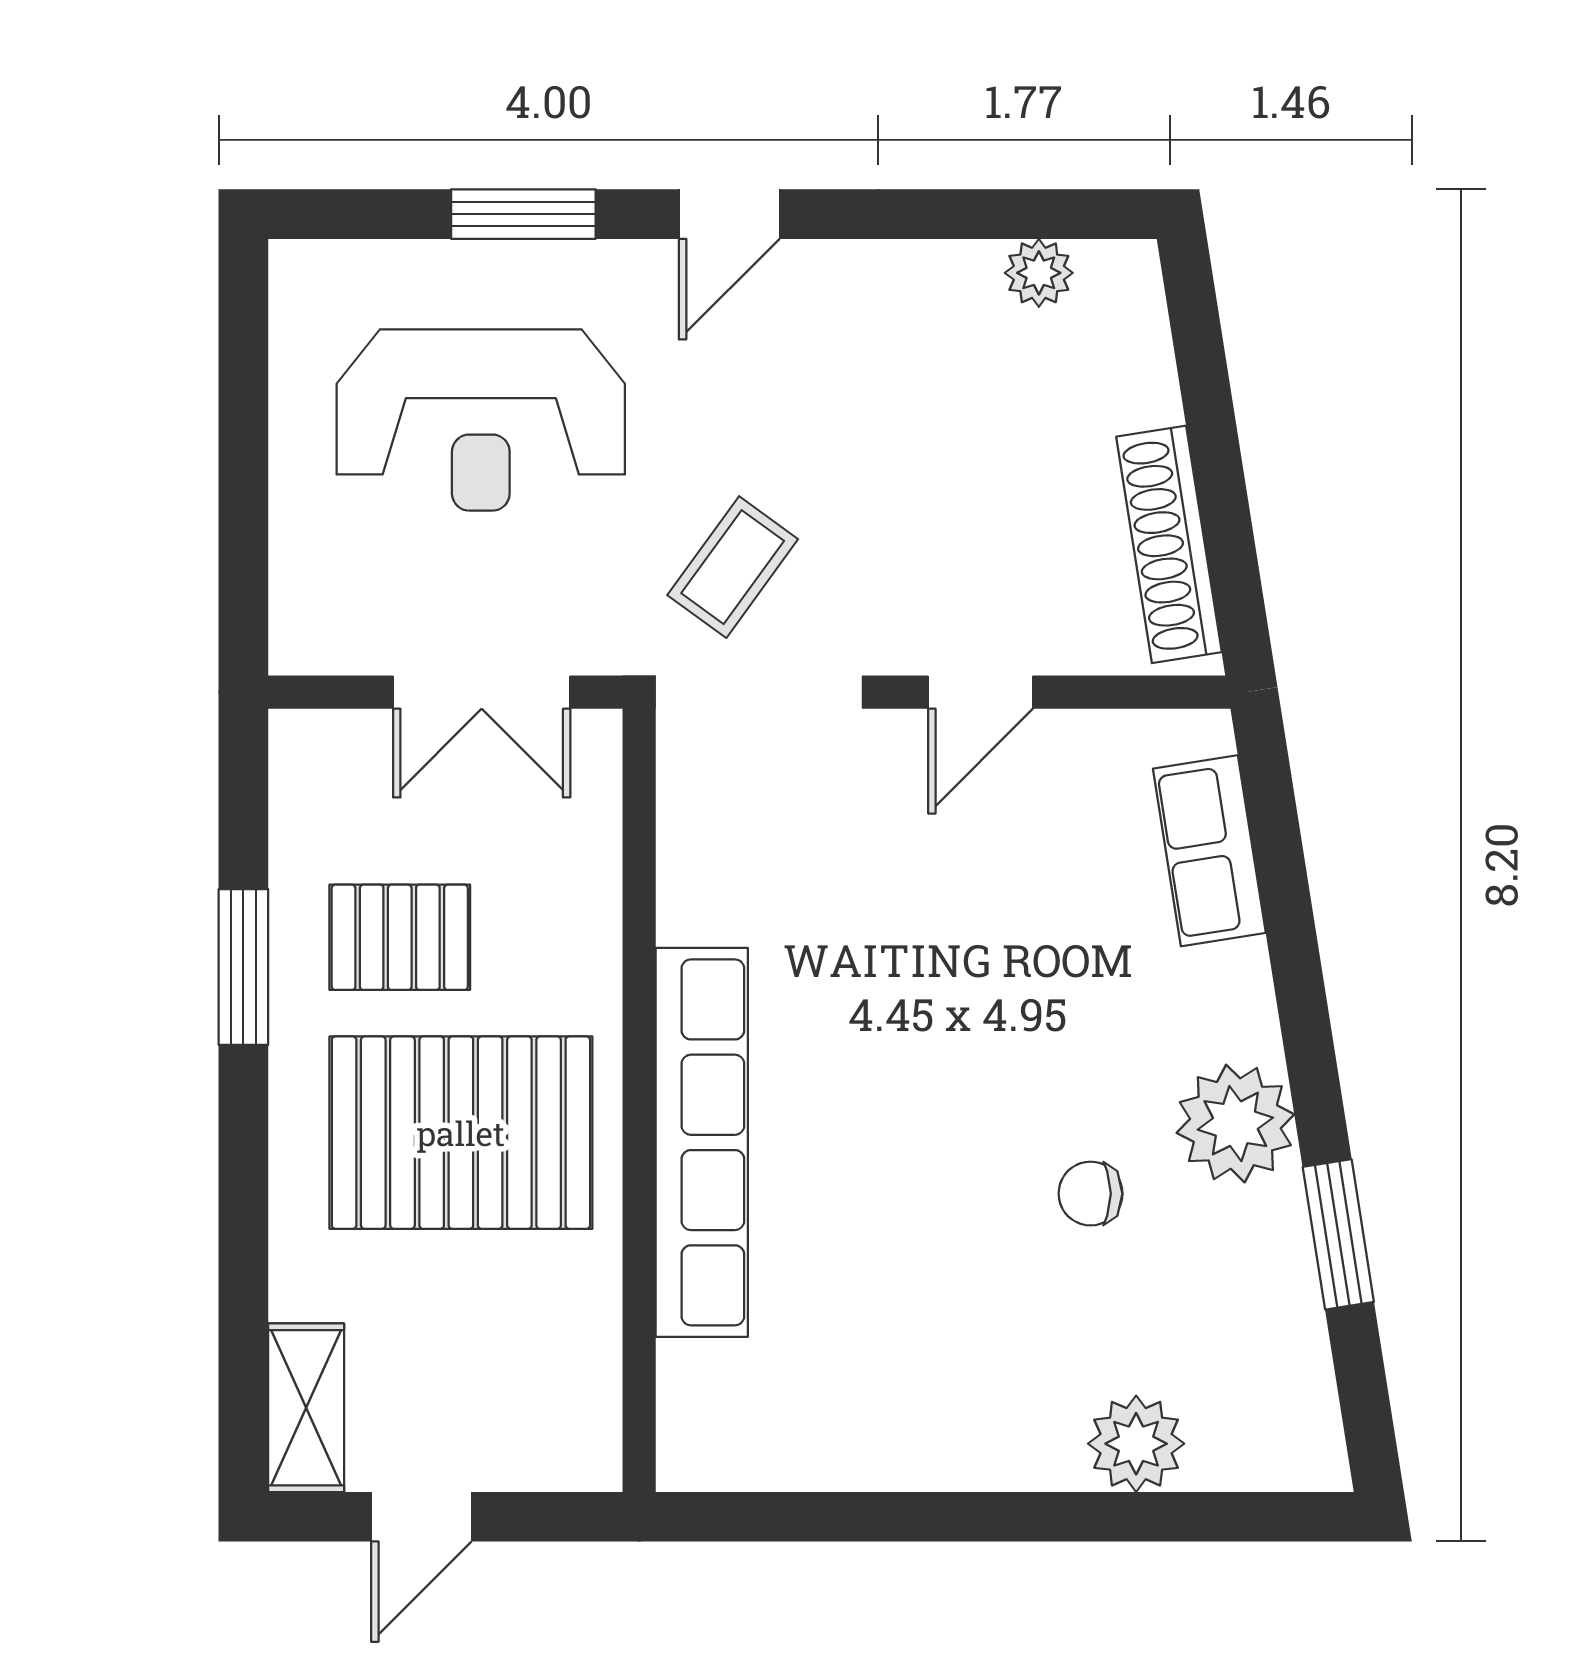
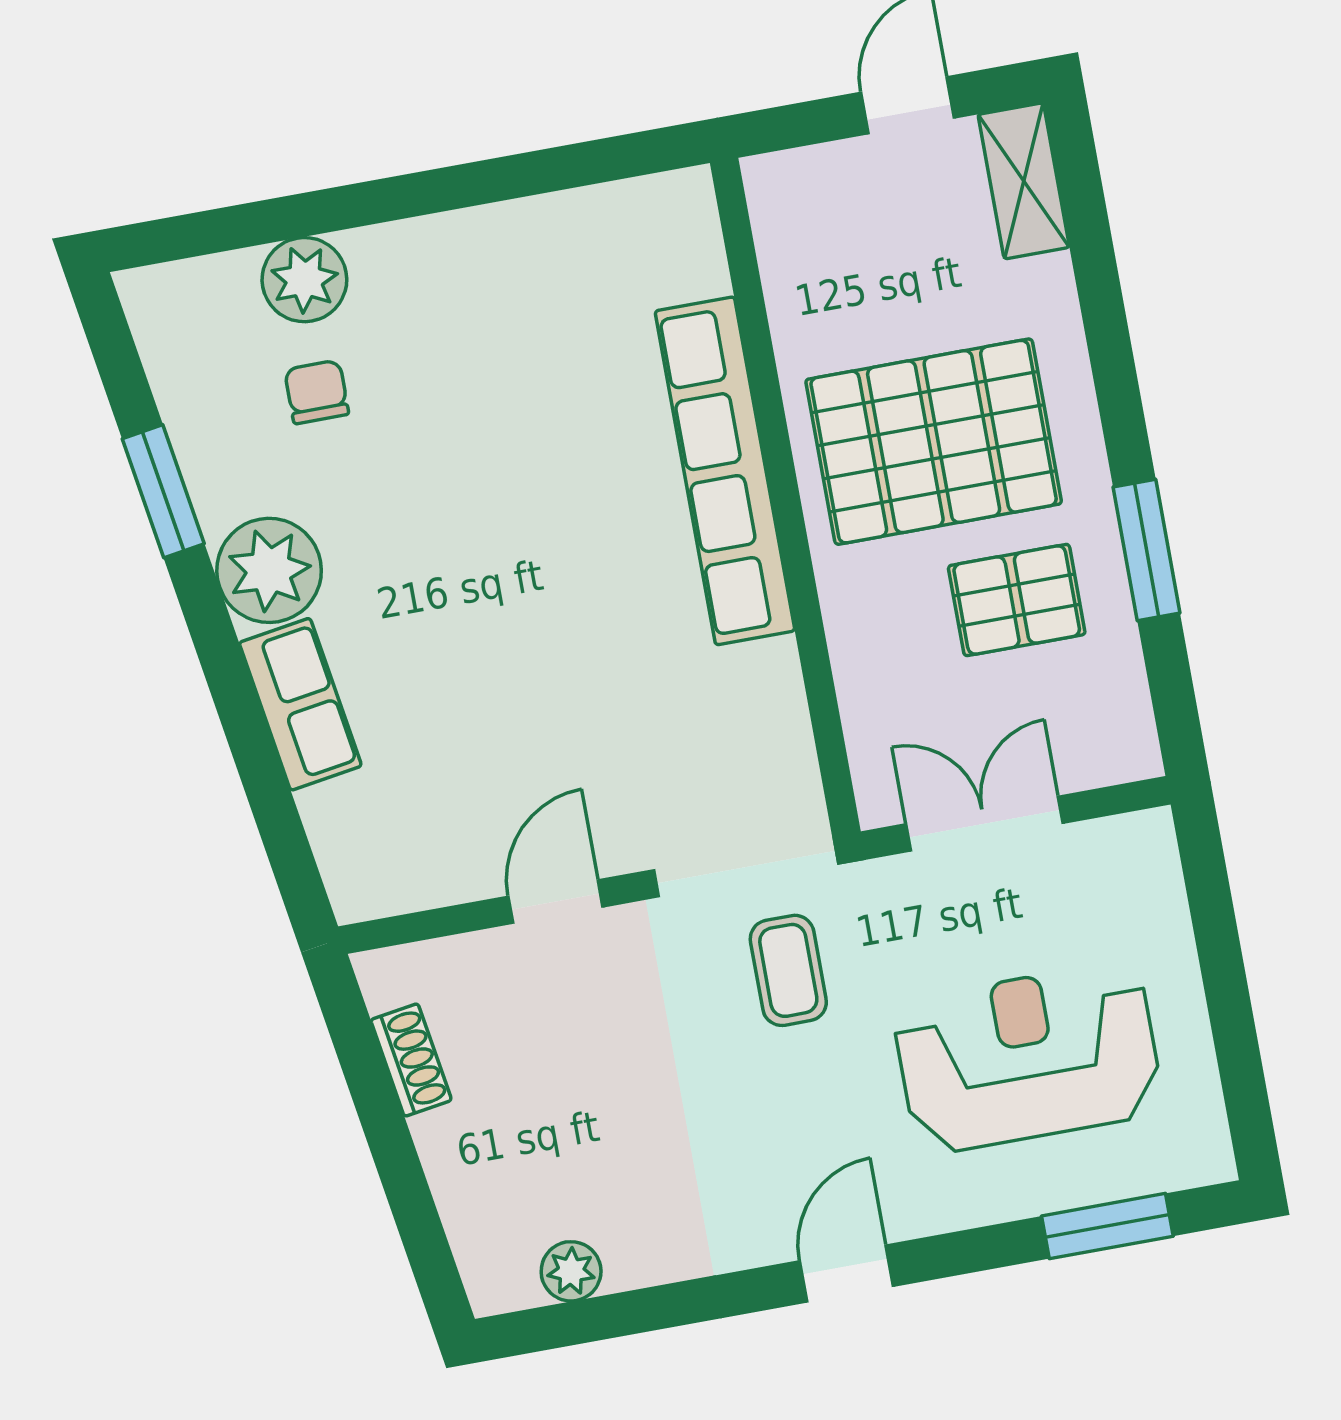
window: (523, 214) -> (1107, 1226), moved
shoe rack: (1169, 544) -> (411, 1060), width x0.51, depth x0.81
coffee table: (733, 567) -> (788, 970), turned -36
row of seats: (1209, 851) -> (300, 704), moved
chair: (1091, 1194) -> (317, 392), moved, turned -90

